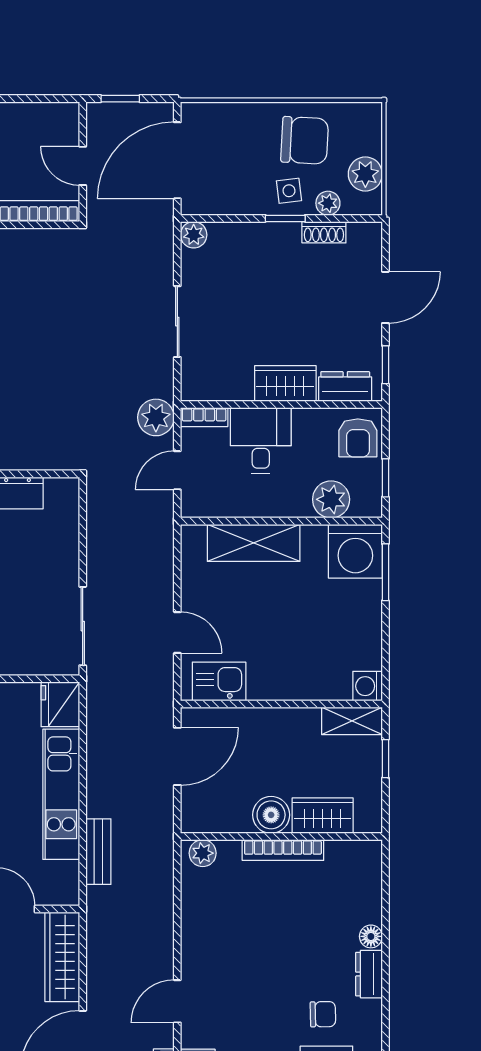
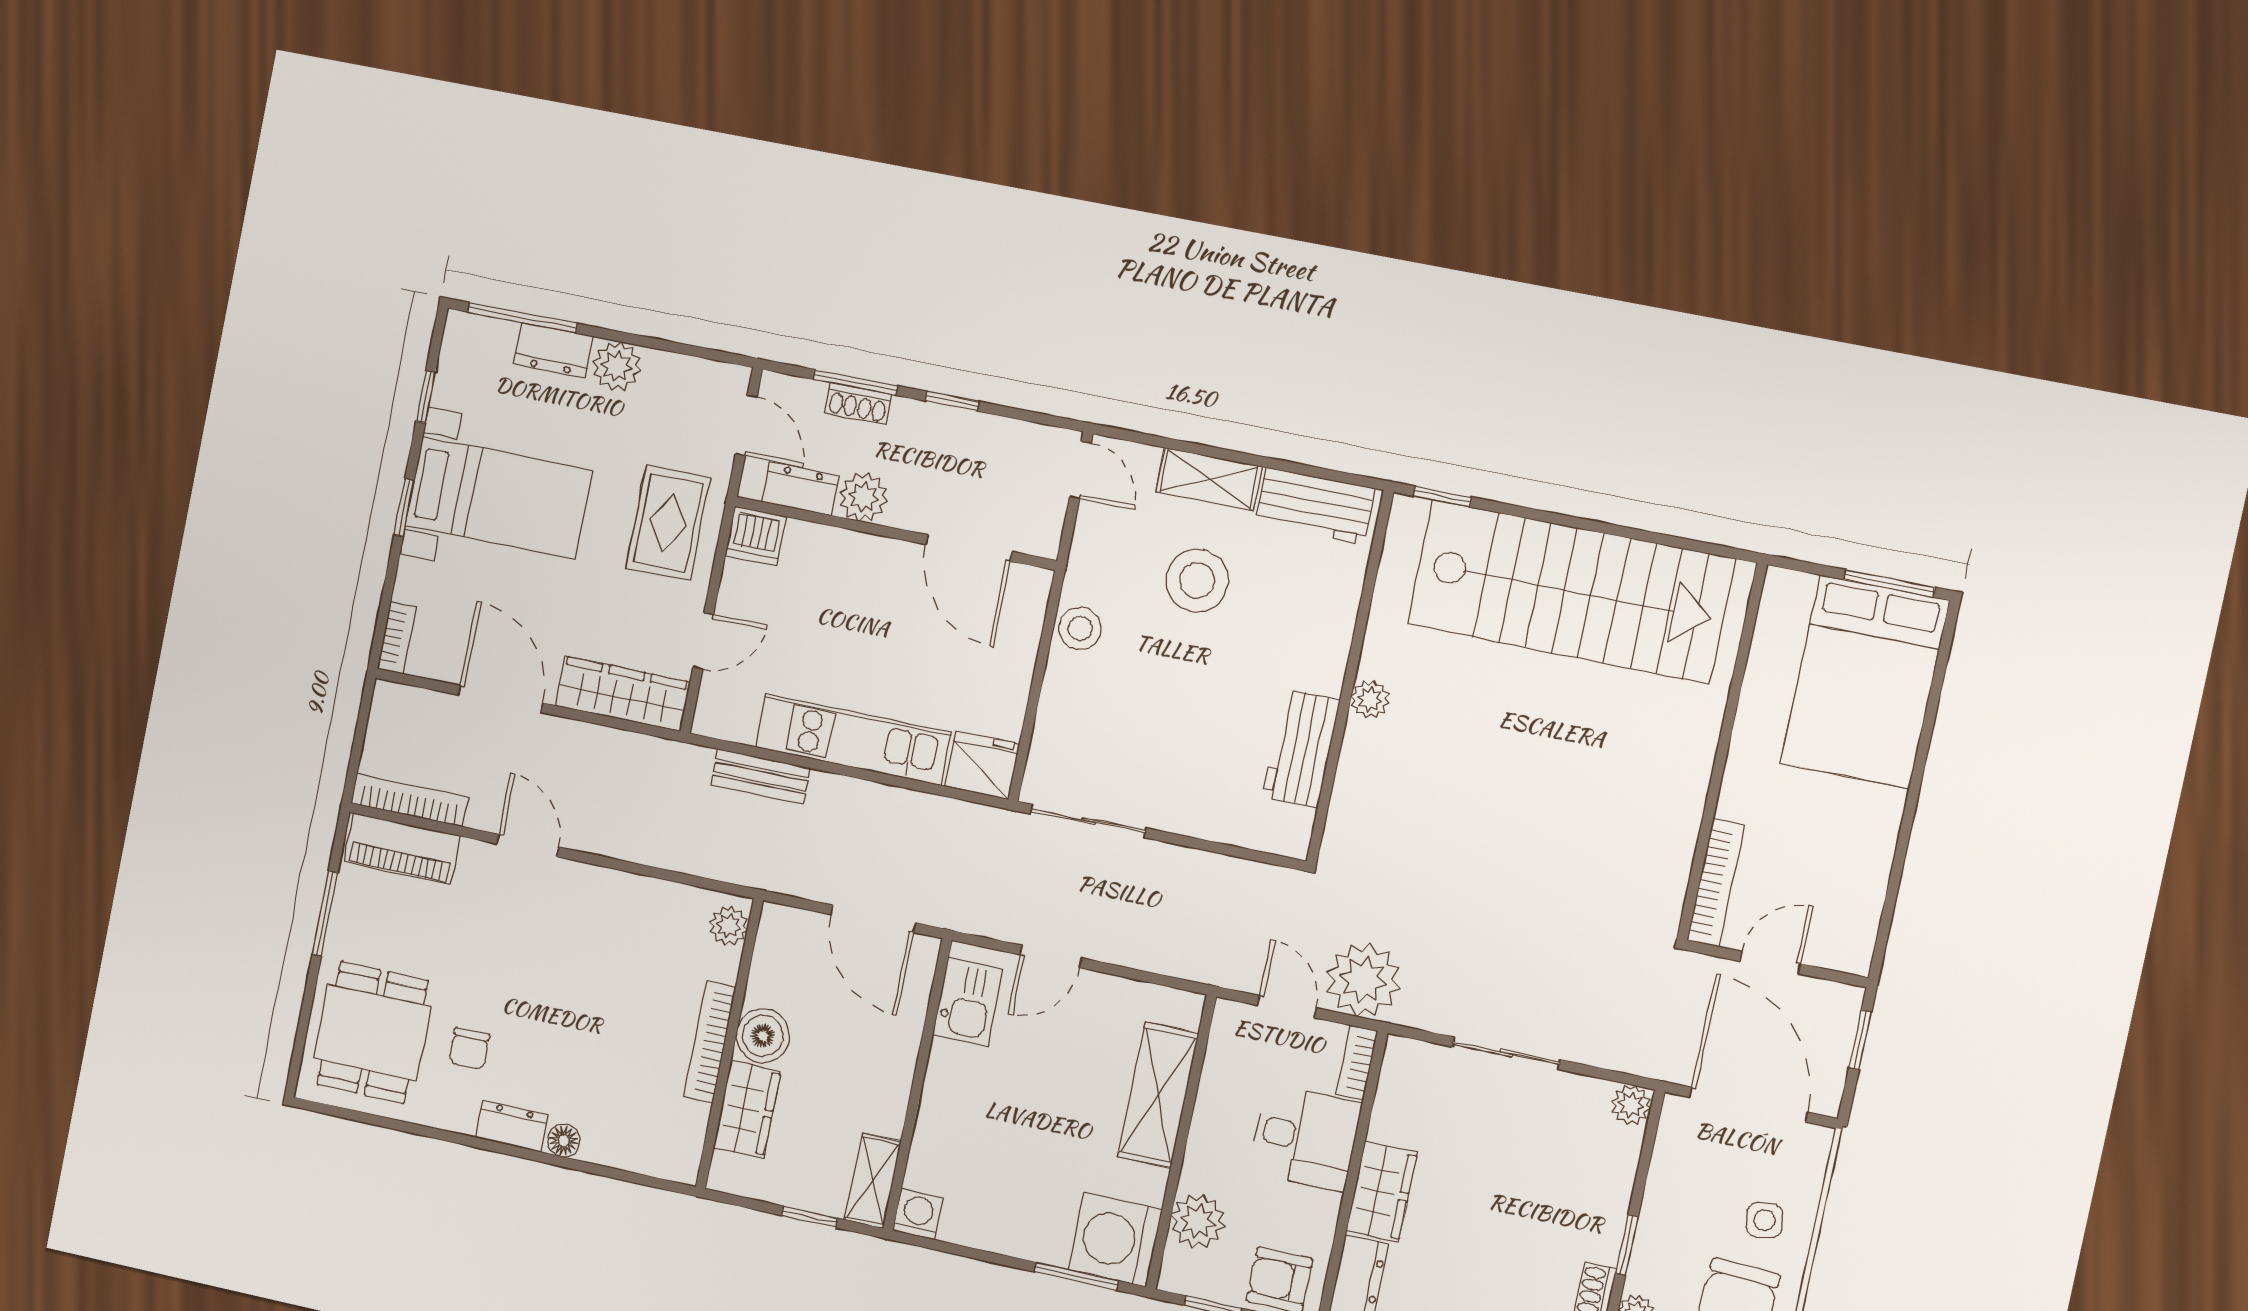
side table: (289, 191) -> (1764, 1220), moved
plant: (156, 417) -> (1363, 980), width x1.36, depth x1.36

